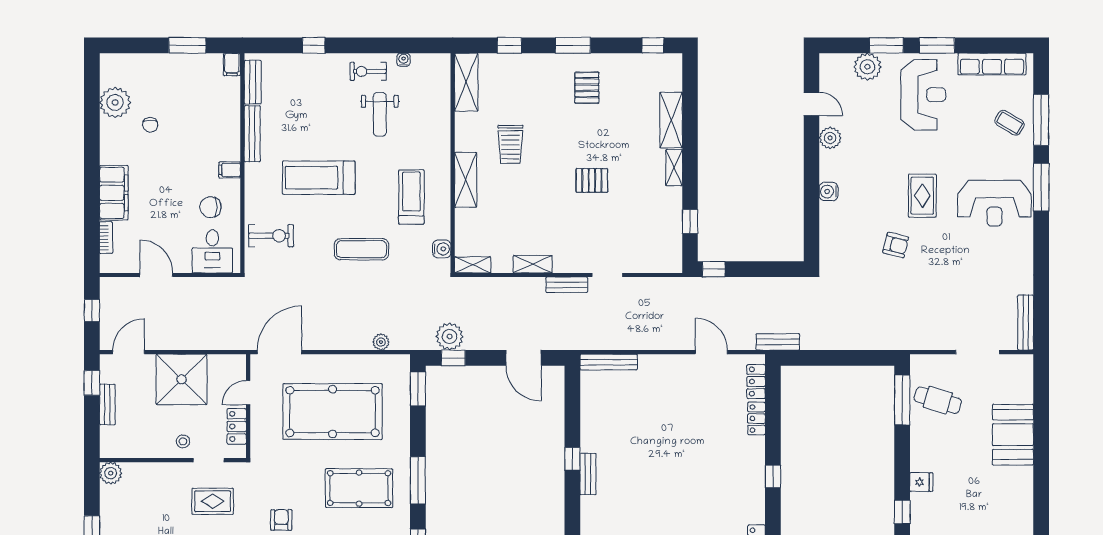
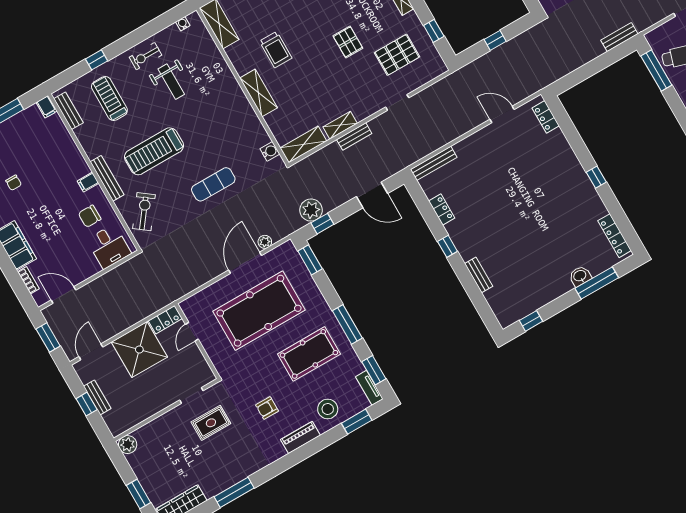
water cooler: (403, 60) -> (183, 24), moved
bench: (252, 134) -> (107, 178), moved
pallet: (592, 180) -> (348, 42), turned 90
treadmill: (411, 197) -> (109, 99), moved
pallet: (636, 224) -> (397, 55), added
exercise bike: (271, 236) -> (144, 212), turned -53
shelving: (473, 265) -> (303, 145), width x1.50, depth x1.33
window: (714, 269) -> (495, 40), moved
door: (156, 275) -> (63, 295), moved
bench: (567, 285) -> (354, 136), moved
window: (92, 311) -> (48, 337), width x1.50
bench: (778, 342) -> (619, 37), moved
door: (279, 352) -> (245, 263), moved
window: (92, 383) -> (87, 404), moved
locker: (756, 419) -> (442, 210), moved, turned 180
locker: (237, 426) -> (165, 320), moved, turned -90
stool: (183, 441) -> (166, 393), removed
bench: (588, 474) -> (479, 275), moved
armchair: (281, 520) -> (267, 408), turned -90

